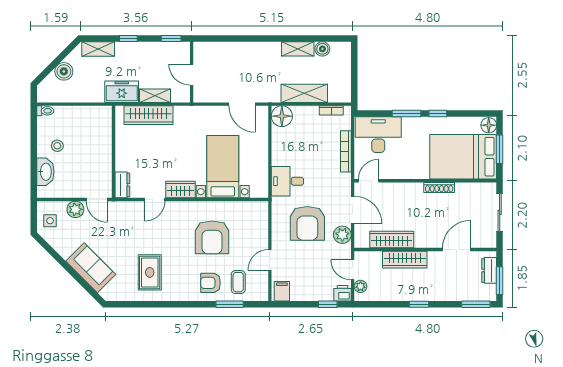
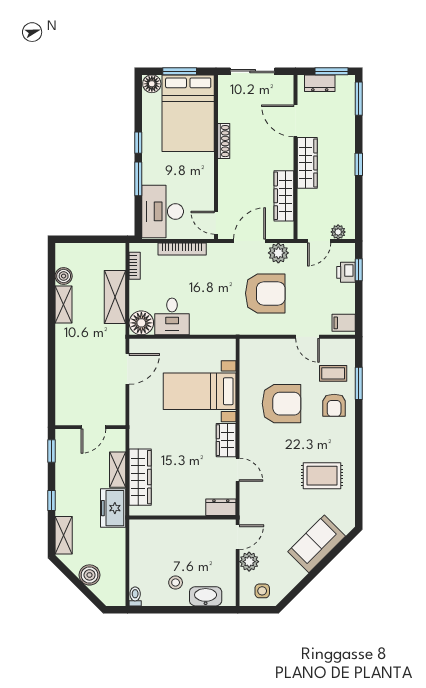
desk: (287, 181) -> (172, 316), moved
wardrobe: (405, 260) -> (307, 163), moved
printer: (342, 293) -> (346, 272), moved

